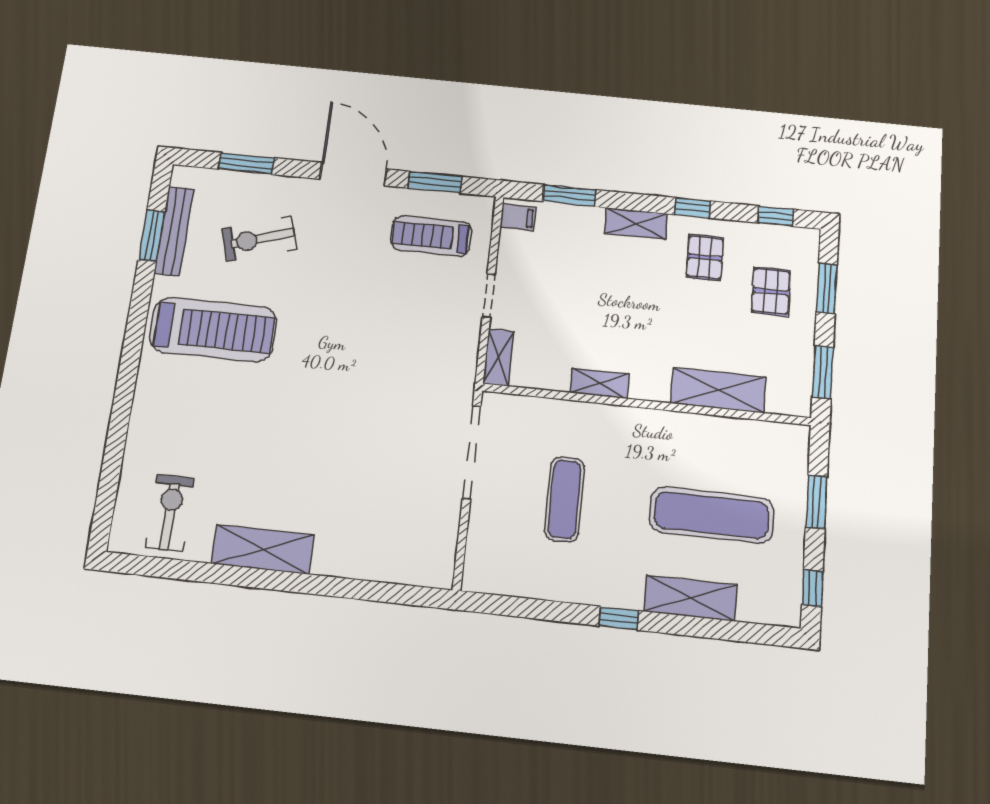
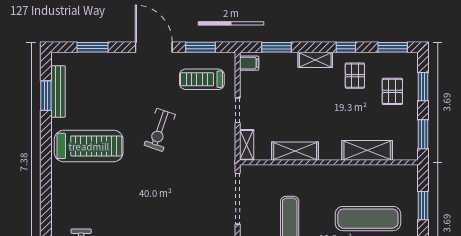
window: (776, 216) -> (393, 47), width x1.50
exercise bike: (259, 239) -> (160, 130), moved, turned -54
shelving: (600, 383) -> (295, 151), width x1.50, depth x1.33

